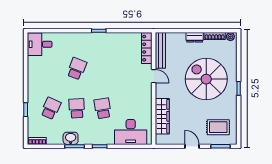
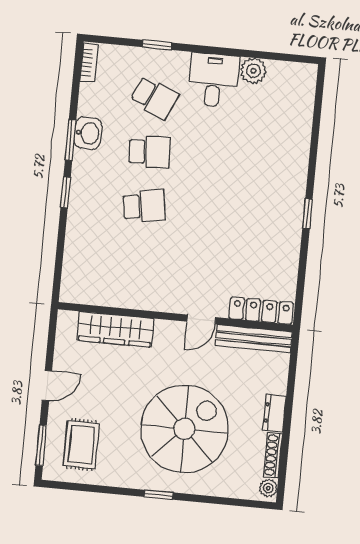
desk: (40, 44) -> (213, 80), moved
plant: (34, 63) -> (253, 71), added
school desk: (77, 69) -> (233, 160), removed
desk: (131, 132) -> (89, 260), removed

